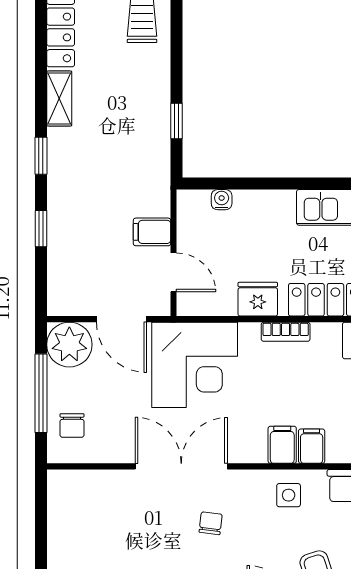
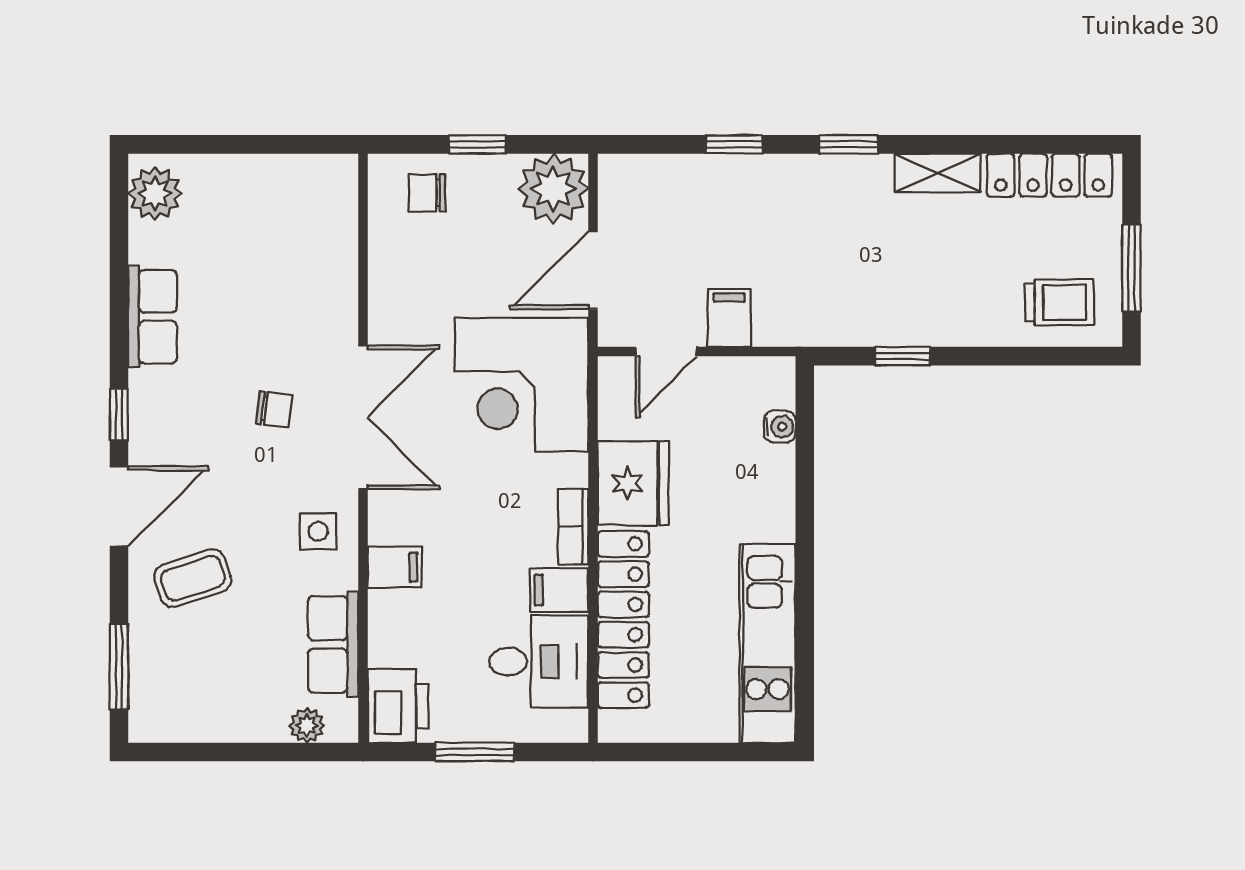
fridge: (258, 299) -> (633, 483), width x1.36, depth x1.34
window: (41, 393) -> (477, 144), width x0.46
filing cabinet: (282, 445) -> (559, 590), moved, turned 180
double door: (181, 466) -> (363, 417), moved

